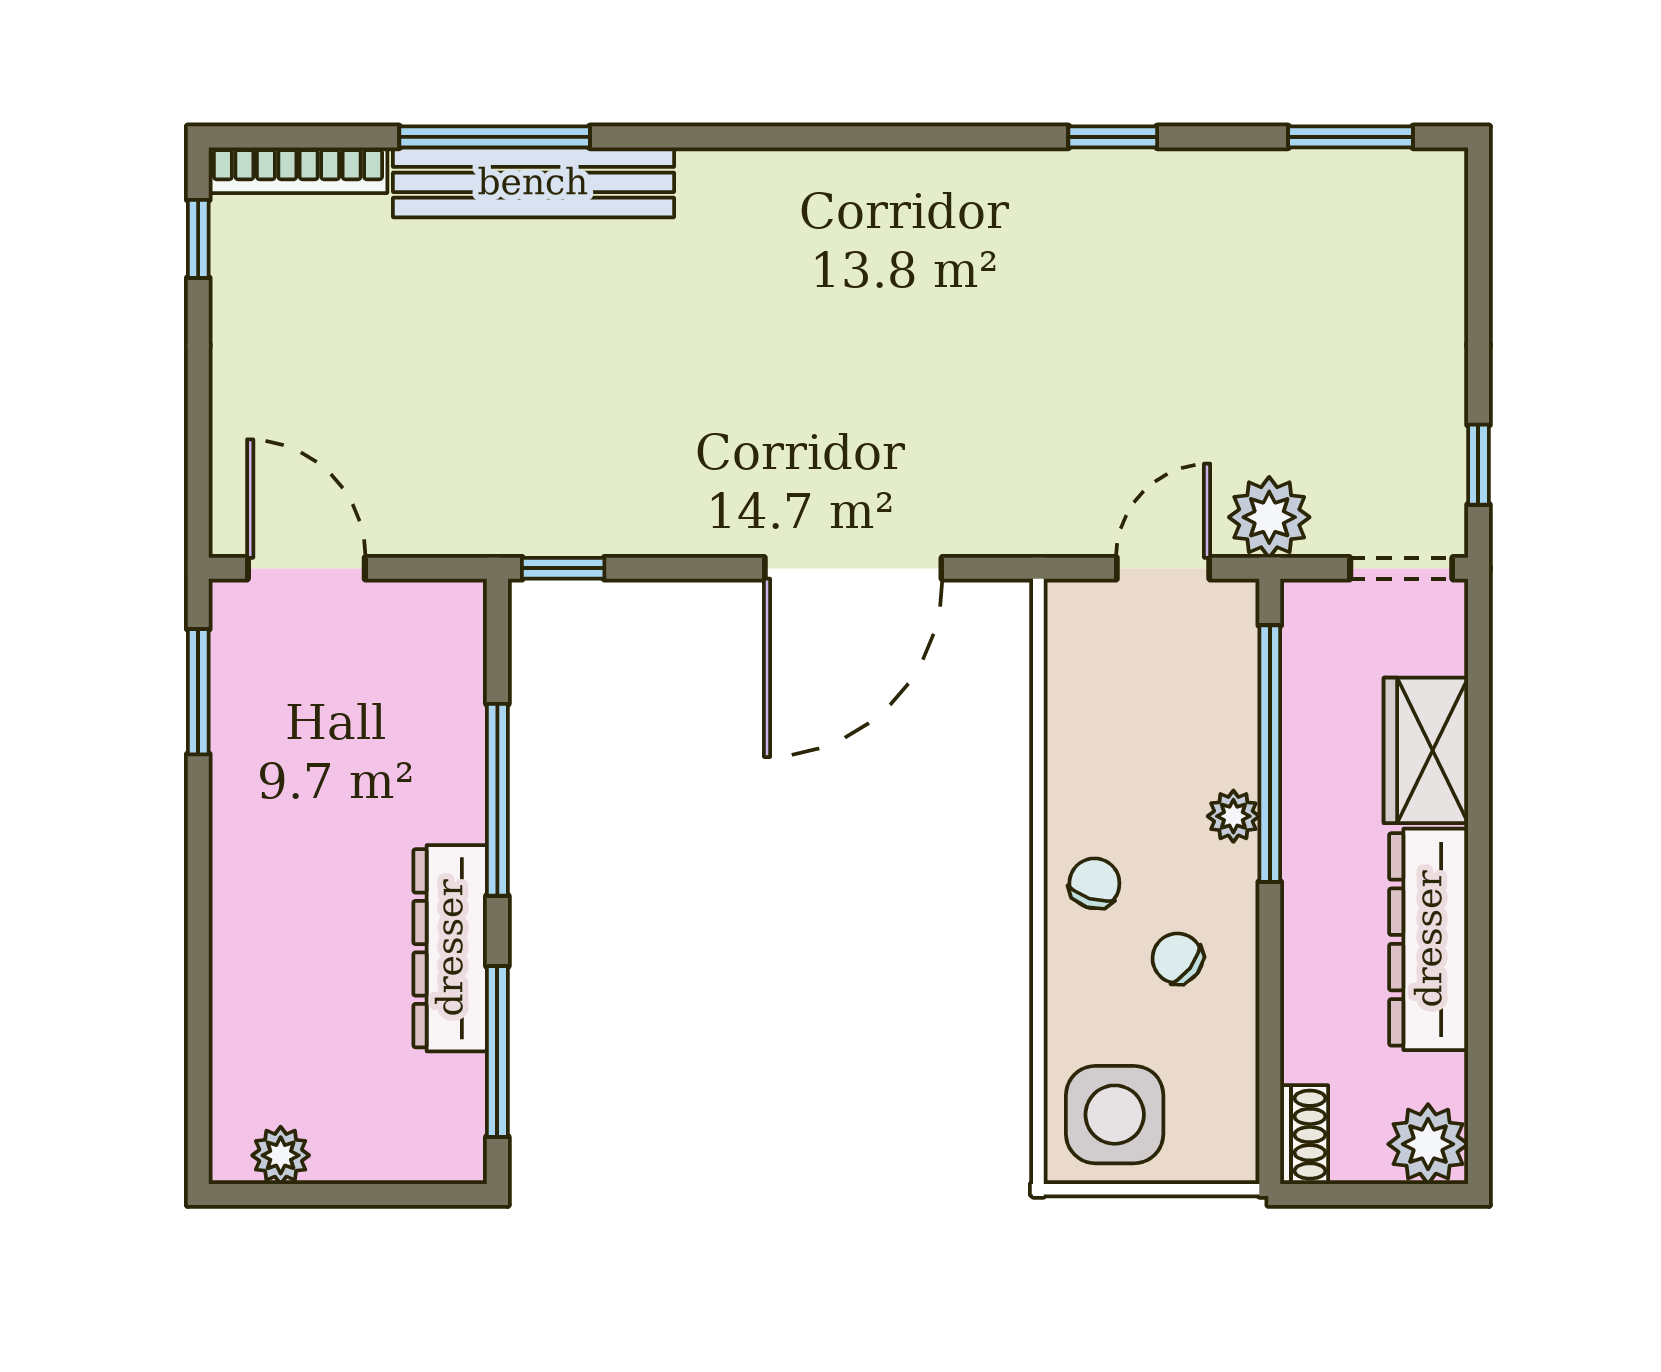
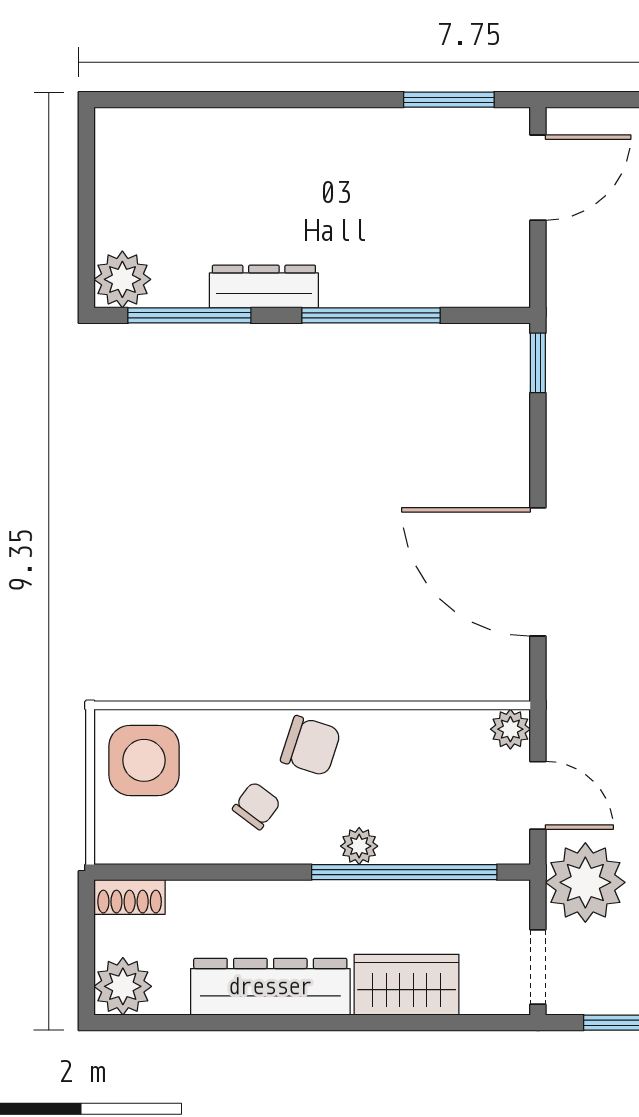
plant: (1269, 517) -> (585, 882), width x1.36, depth x1.36
plant: (1071, 606) -> (510, 729), added
chair: (1094, 883) -> (311, 746), width x1.37, depth x1.37
dresser: (450, 948) -> (264, 287), width x0.73, depth x0.80
plant: (281, 1155) -> (122, 279), moved, width x1.38, depth x1.38

